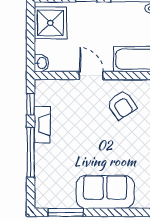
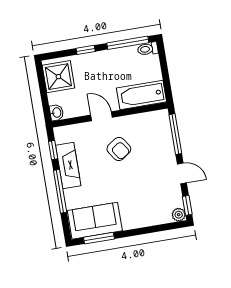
armchair: (122, 105) -> (119, 149), moved
fireplace: (42, 125) -> (68, 165), width x1.37, depth x1.32
sofa: (105, 192) -> (95, 221), moved

